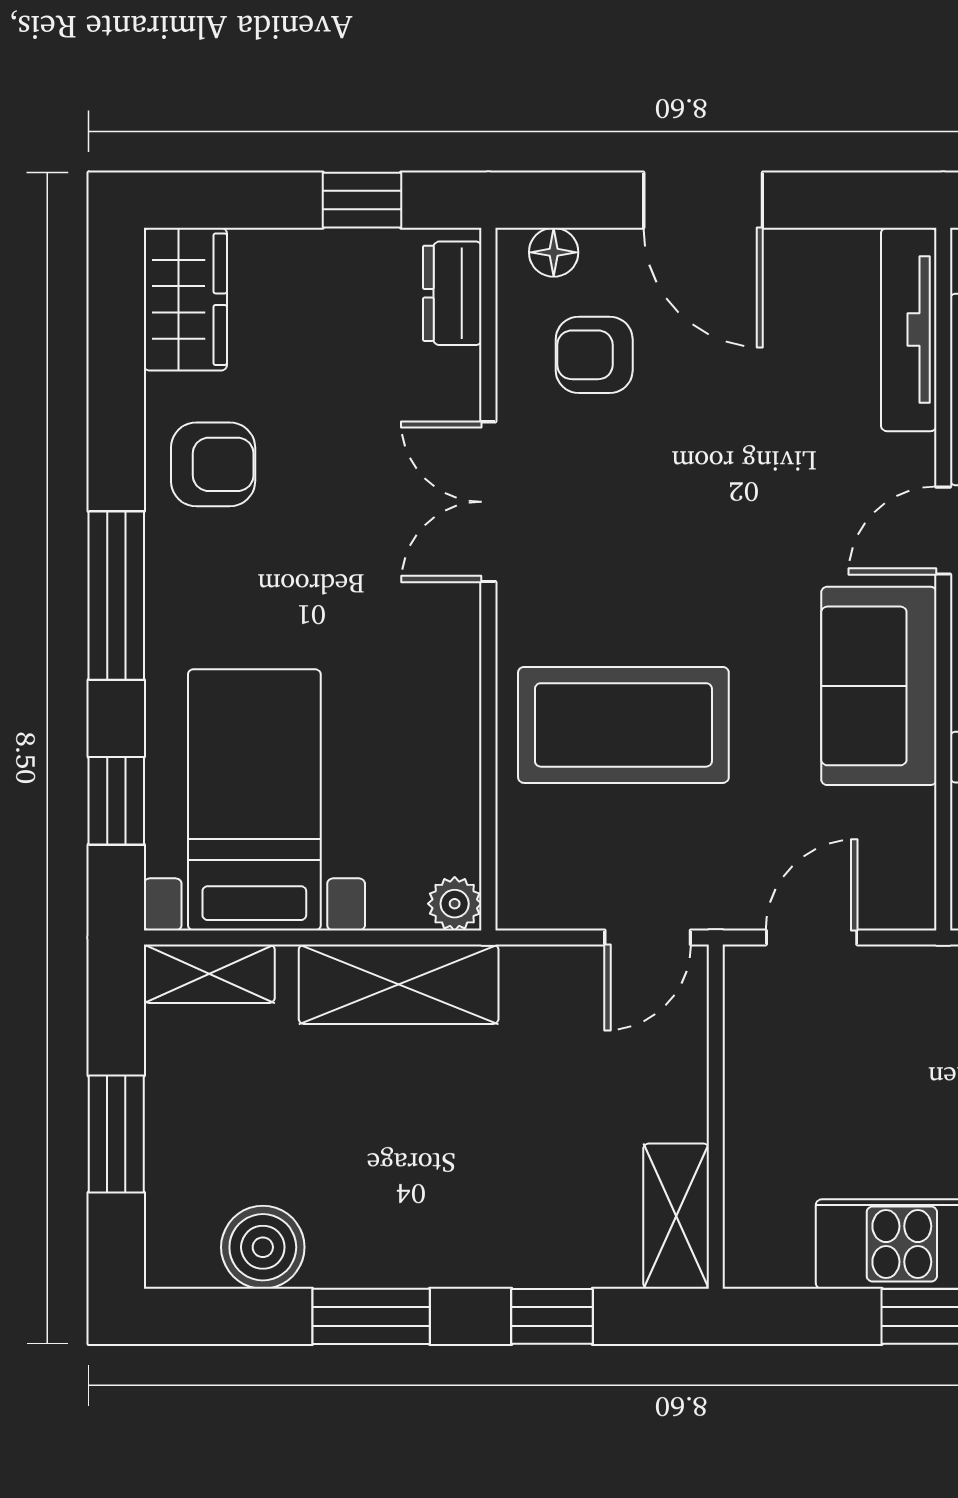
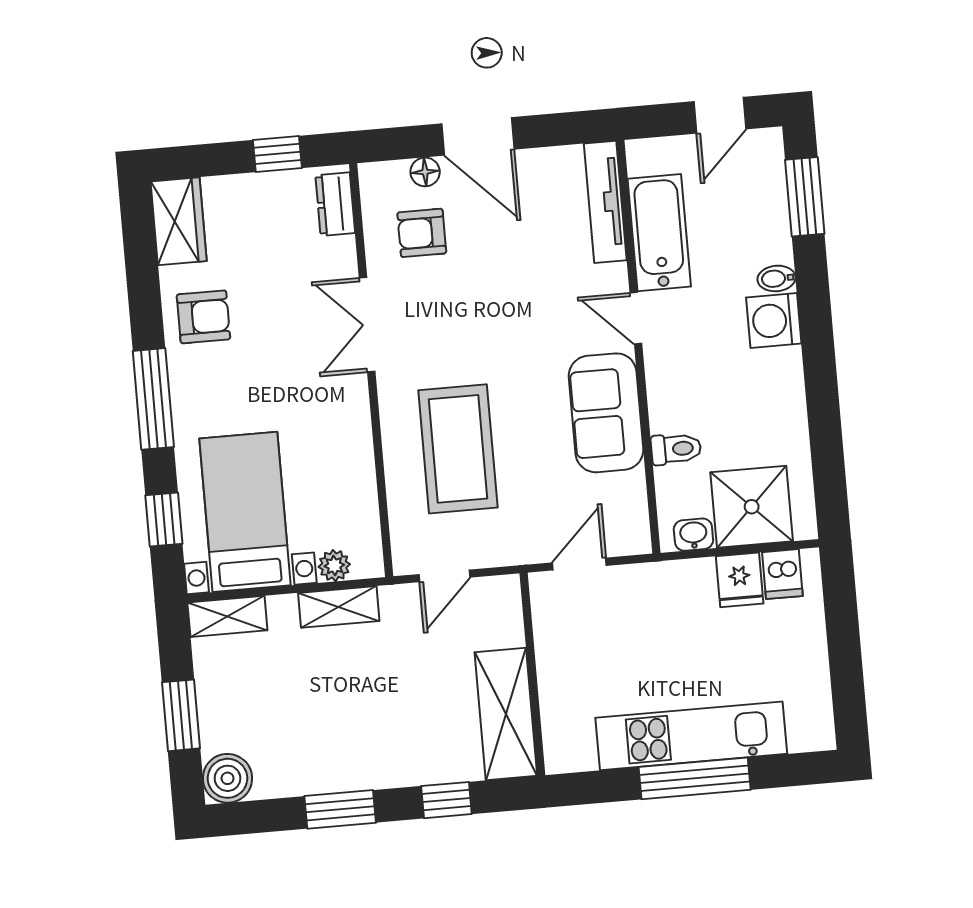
floor lamp: (554, 252) -> (425, 172), moved
door: (943, 531) -> (636, 318), hinge flipped
coffee table: (623, 725) -> (458, 449), turned 90
plant: (455, 904) -> (334, 566), moved
door: (648, 937) -> (444, 576), moved
shelving: (399, 984) -> (339, 607), width x0.67, depth x0.75
shelving: (676, 1216) -> (506, 714), width x1.50, depth x1.33
boiler: (263, 1247) -> (228, 778), moved

